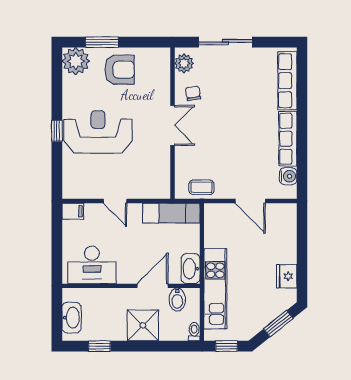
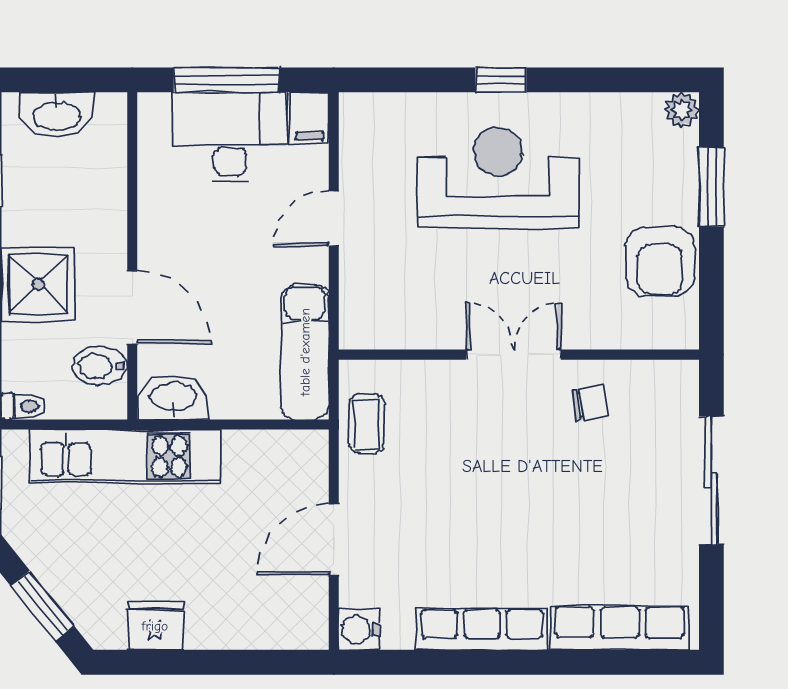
plant: (76, 61) -> (682, 110), width x0.53, depth x0.53
plant: (184, 63) -> (661, 382), removed
armchair: (120, 70) -> (660, 261), moved
double door: (172, 125) -> (513, 355), swing flipped
reception desk: (98, 132) -> (498, 178), turned -90
water cooler: (288, 176) -> (359, 629), moved, turned 90
window: (57, 246) -> (226, 80), added
desk: (92, 265) -> (230, 137), moved, turned 90

